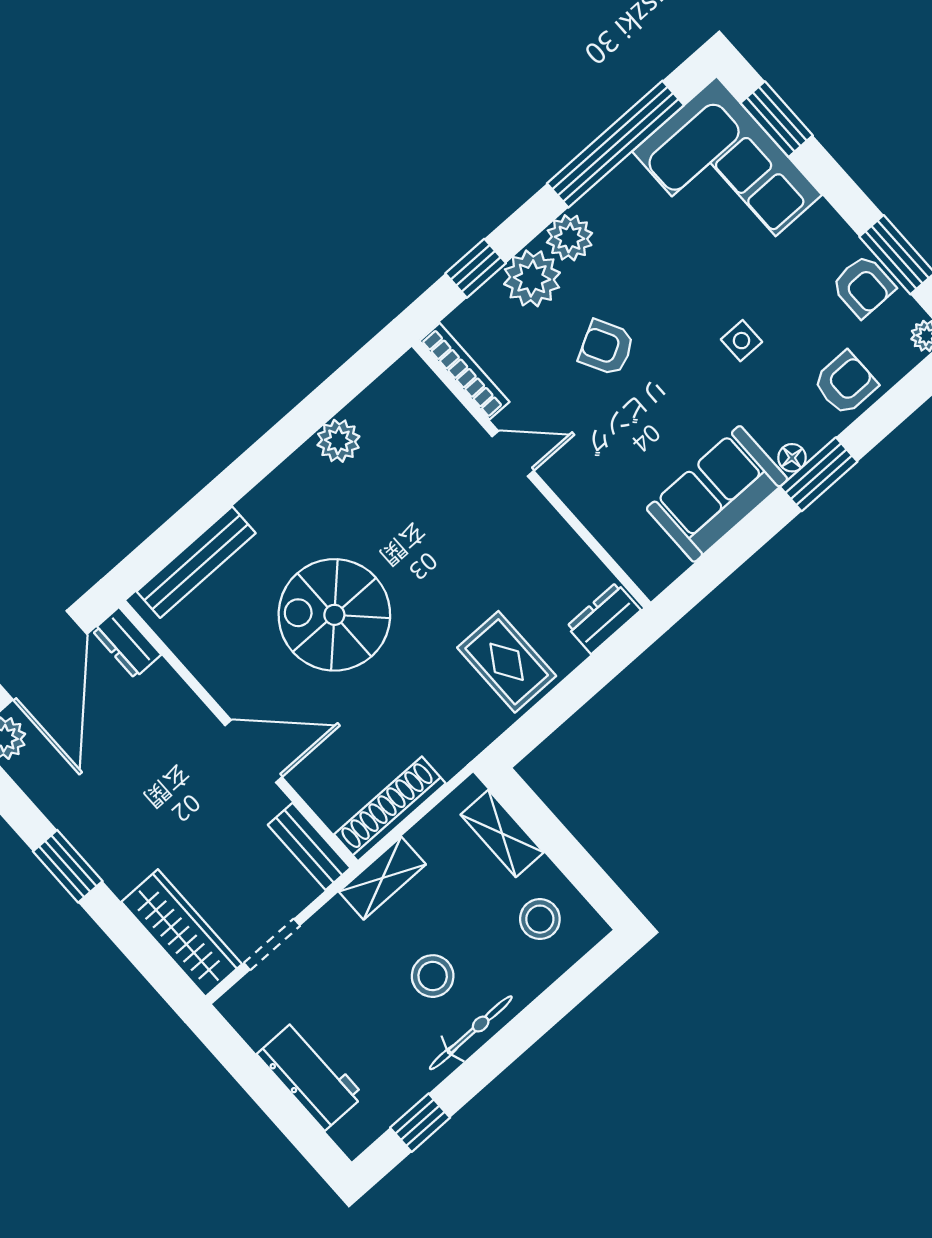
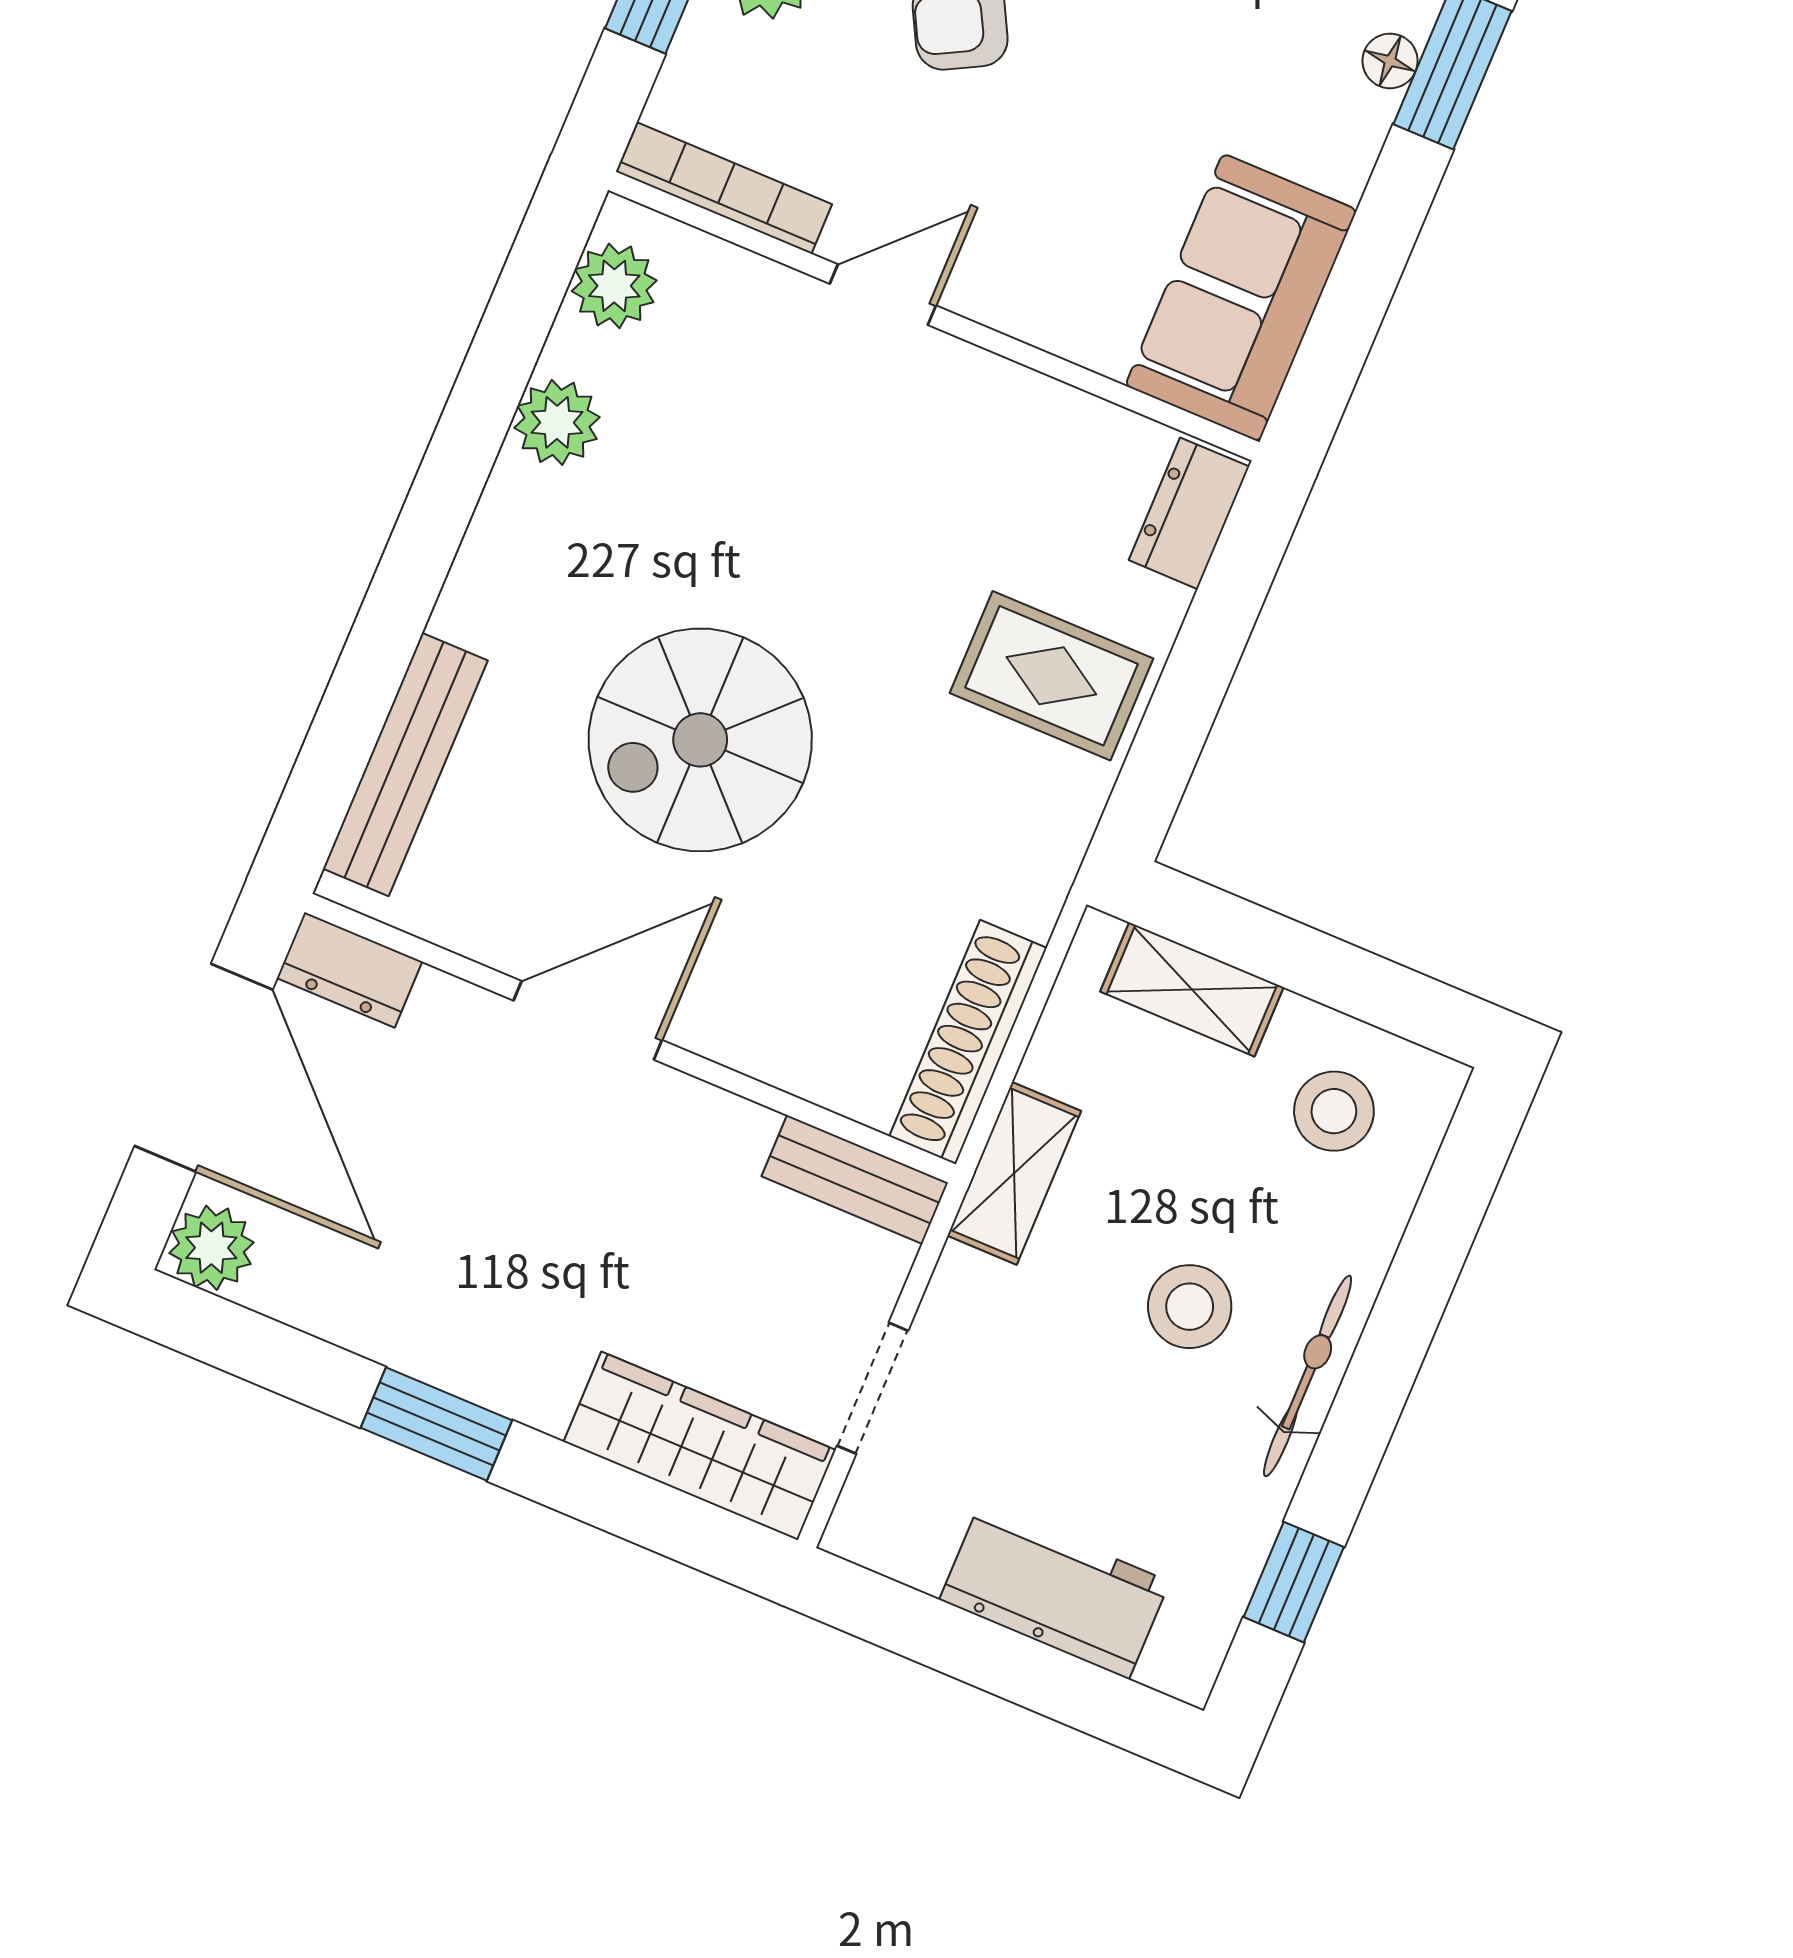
plant: (394, 392) -> (614, 286), added
sofa: (717, 494) -> (1241, 298), moved
door: (254, 751) -> (588, 1020), moved

